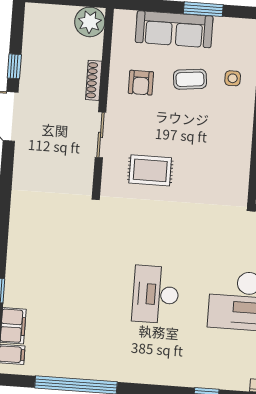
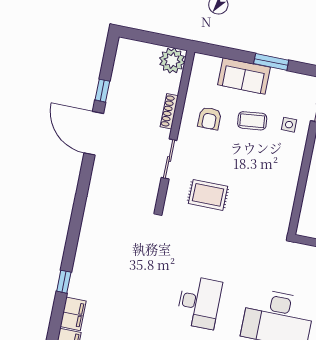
sofa: (174, 29) -> (244, 76), width x0.73
desk: (156, 294) -> (199, 302), turned 180

